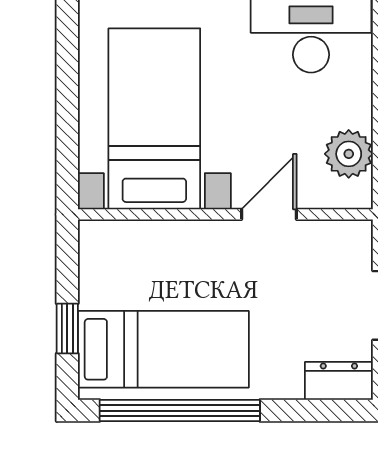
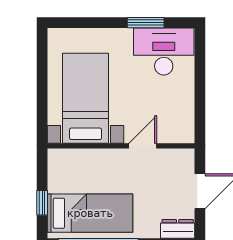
plant: (349, 154) -> (183, 116), removed

